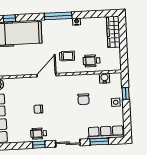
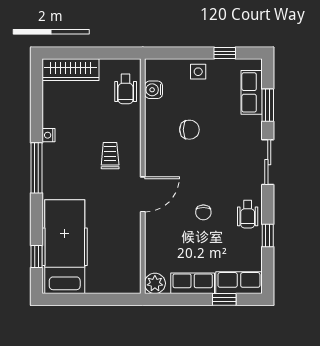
wheelchair: (92, 61) -> (126, 89), moved
door: (47, 75) -> (143, 194), swing flipped
window: (126, 93) -> (225, 53), moved
row of seats: (106, 132) -> (252, 92), width x0.68
window: (39, 145) -> (268, 236), moved

